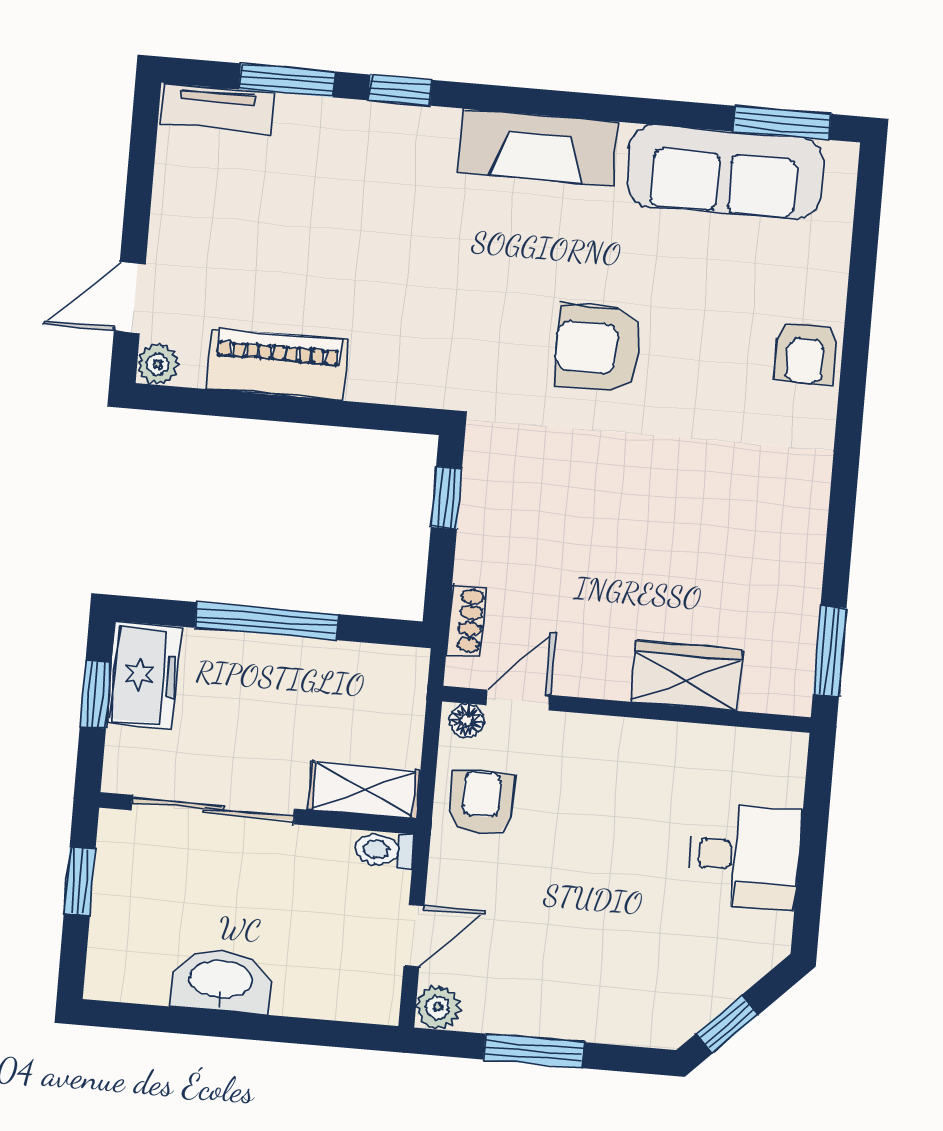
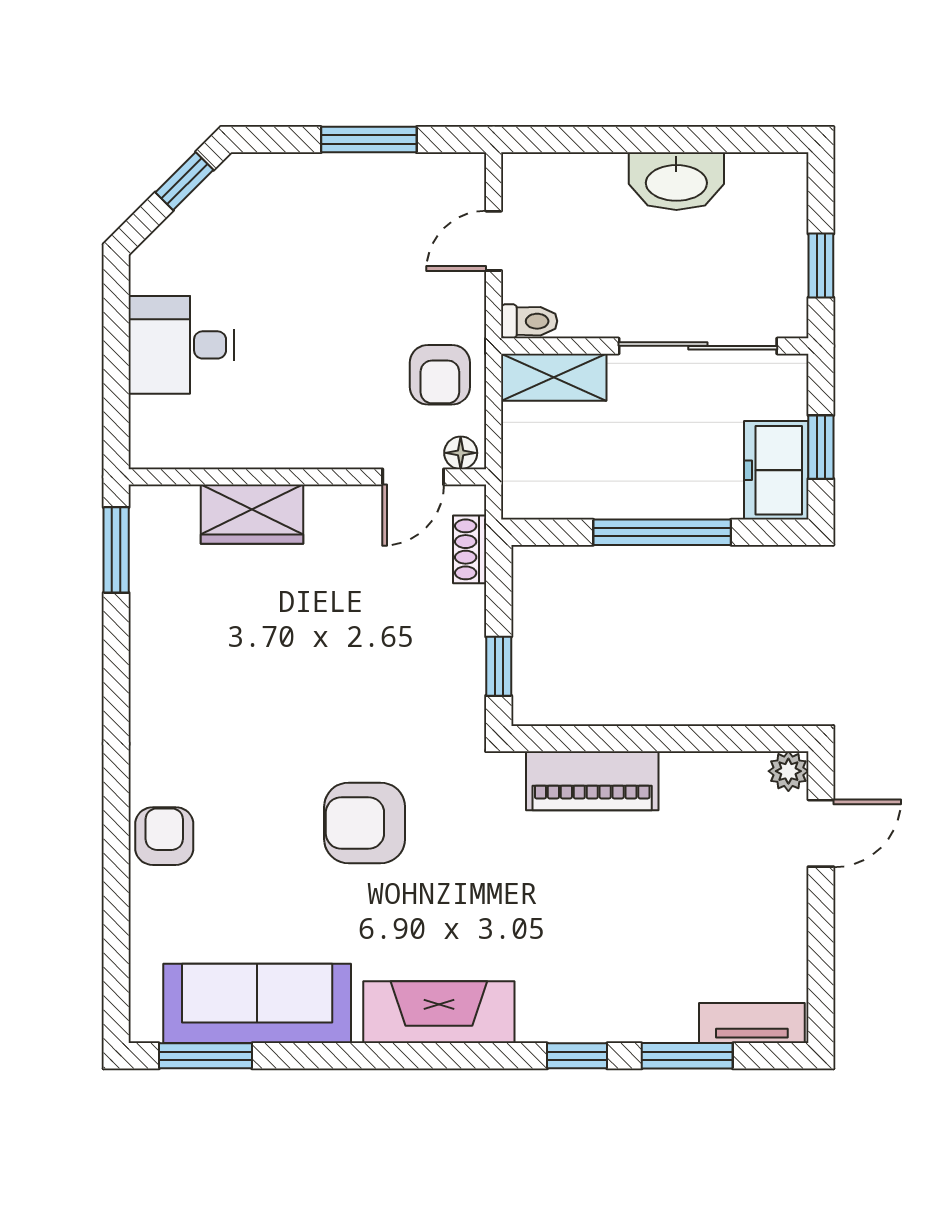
armchair: (598, 348) -> (365, 823), turned 180
piano: (277, 365) -> (592, 781), moved
plant: (438, 1007) -> (465, 174), removed

